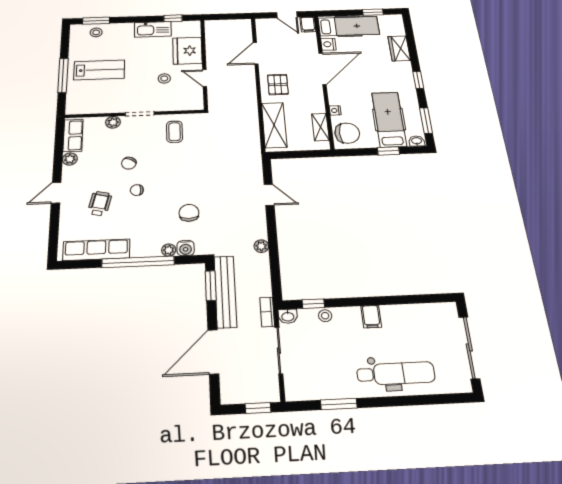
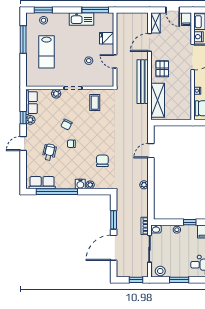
window: (173, 18) -> (95, 10), width x2.17
fridge: (187, 51) -> (107, 38), width x0.53, depth x0.75
lab bench: (99, 70) -> (46, 52), turned 90
window: (63, 75) -> (23, 39), moved
shelving: (320, 127) -> (155, 23), moved
window: (58, 156) -> (23, 118), added
door: (269, 195) -> (151, 151), swing flipped
water cooler: (186, 248) -> (80, 184), moved
row of seats: (96, 250) -> (42, 183), width x0.68
window: (138, 262) -> (57, 192), moved
window: (211, 286) -> (114, 220), moved
bench: (225, 291) -> (143, 82), moved
window: (313, 304) -> (190, 222), moved
stool: (302, 389) -> (160, 271), added

